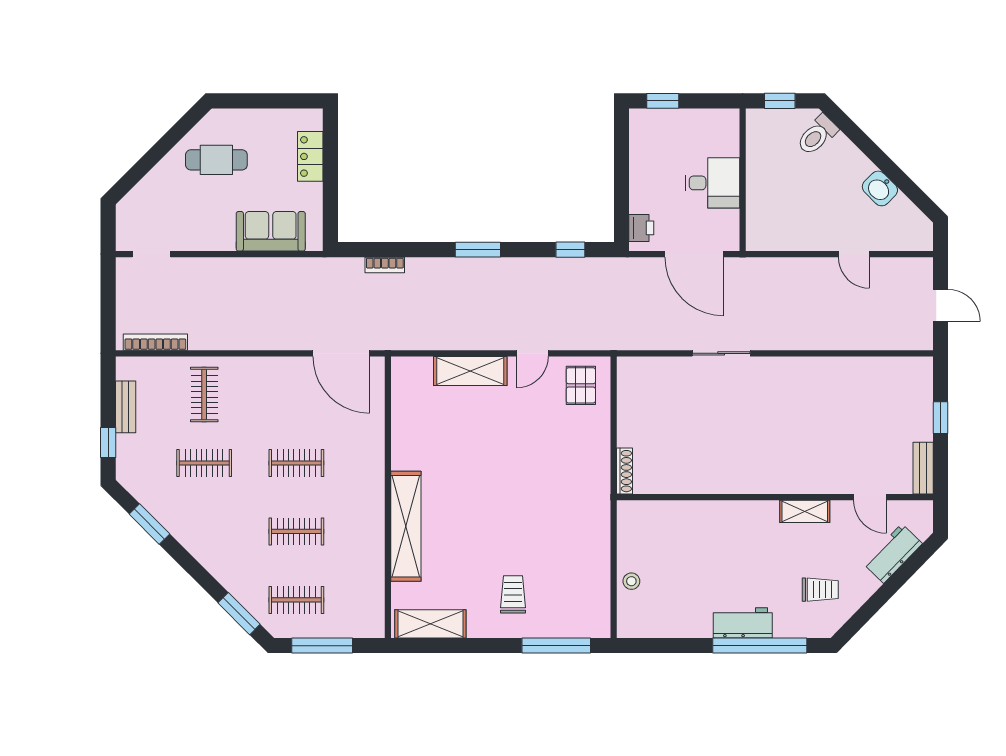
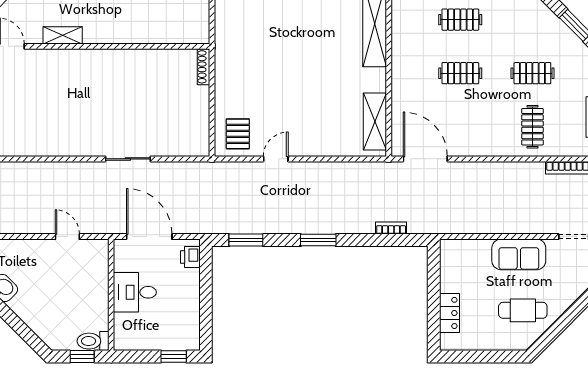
toilet: (817, 135) -> (93, 341), moved, turned -135
sofa: (271, 231) -> (519, 254), moved
window: (570, 250) -> (246, 240), width x1.50
door: (854, 254) -> (67, 237), moved
shelving: (470, 371) -> (375, 122), moved, turned 90

